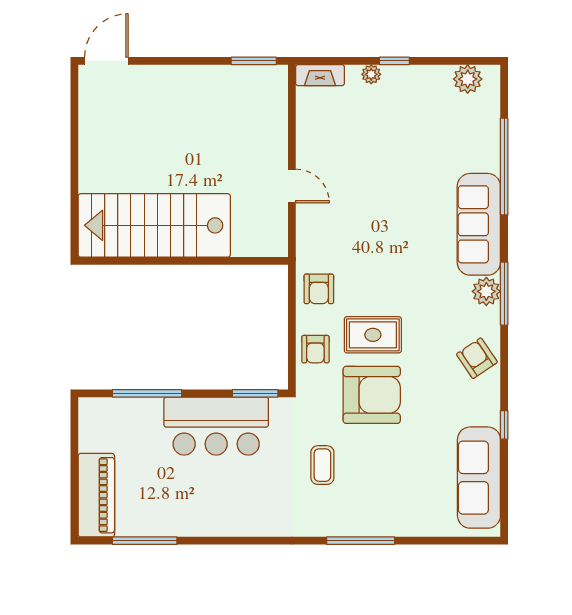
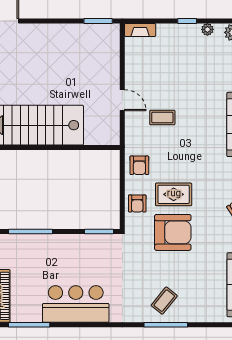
plant: (371, 74) -> (207, 29), moved
coffee table: (355, 213) -> (162, 117), added
bar counter: (216, 426) -> (76, 304), moved, turned 180
coffee table: (322, 465) -> (164, 301), moved, turned 39

